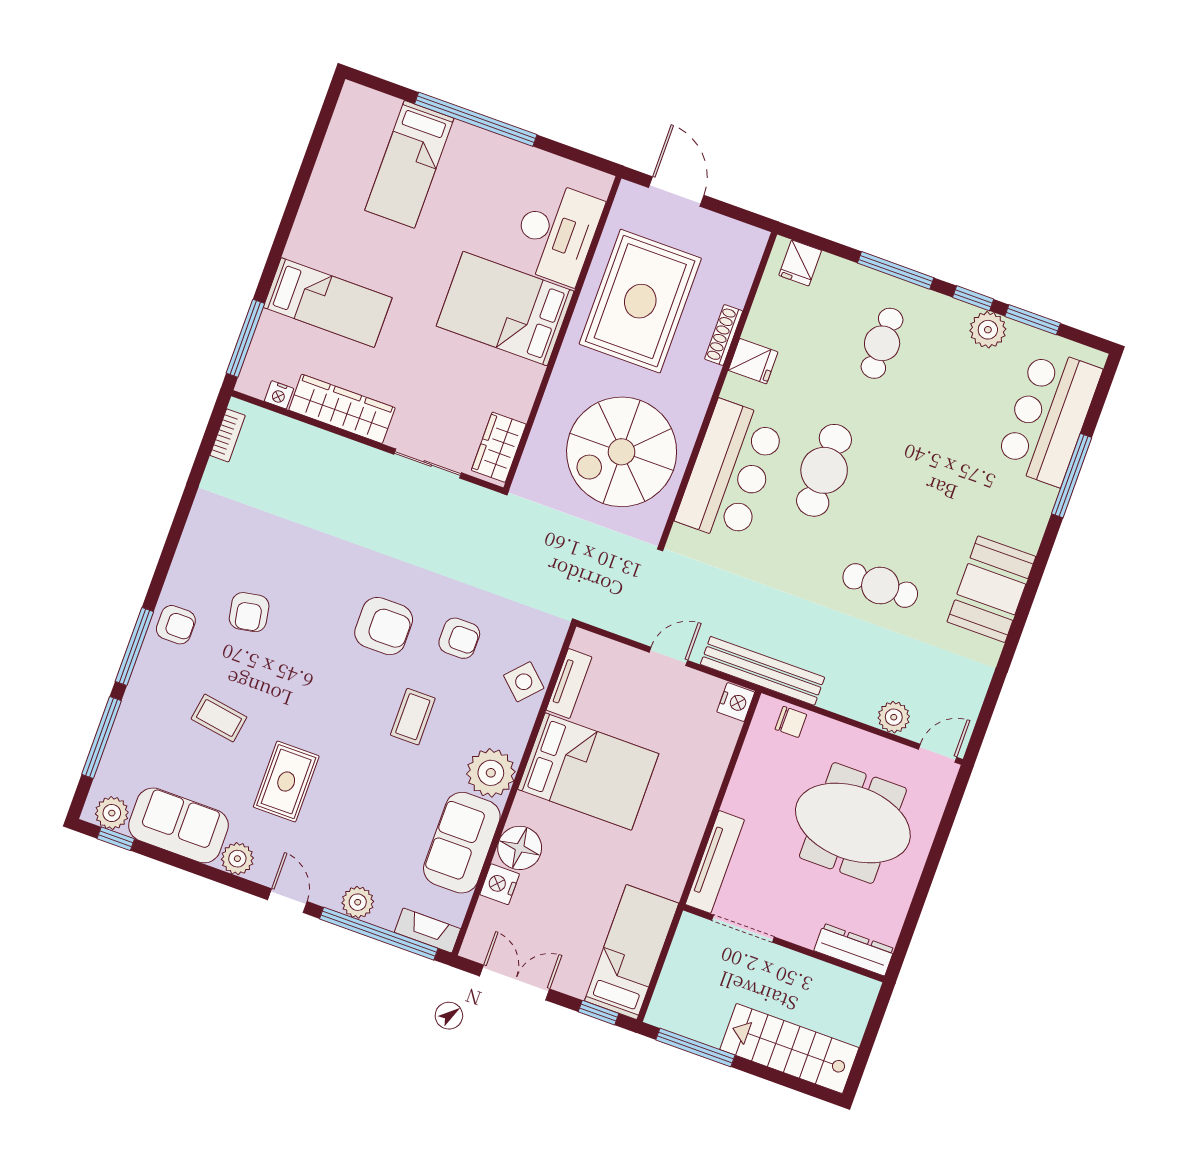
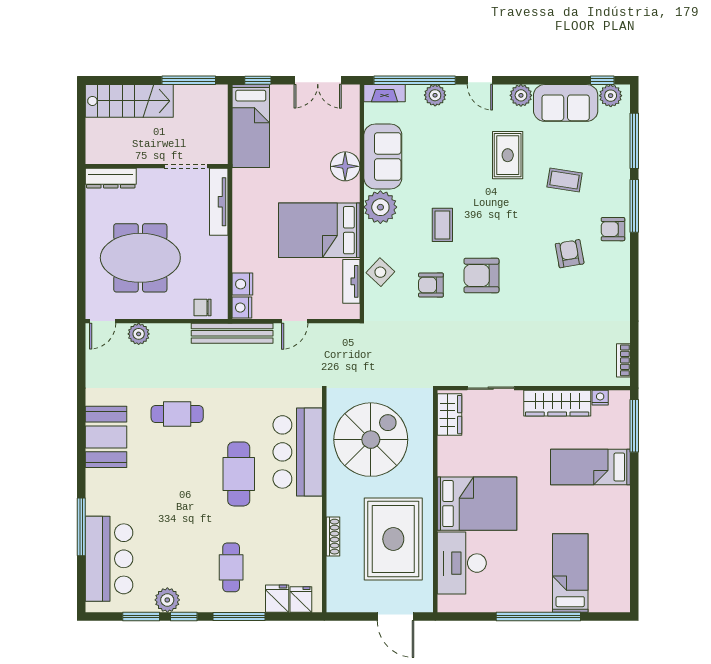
fridge: (753, 361) -> (277, 599), moved, turned 90
nightstand: (500, 884) -> (242, 284), moved, turned 180

